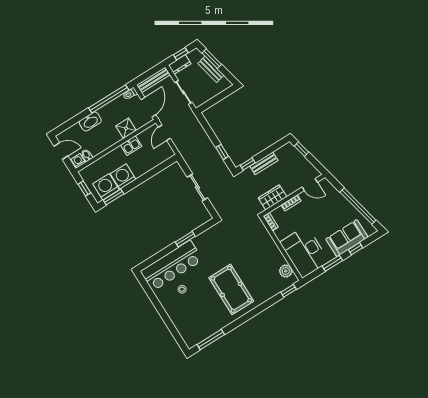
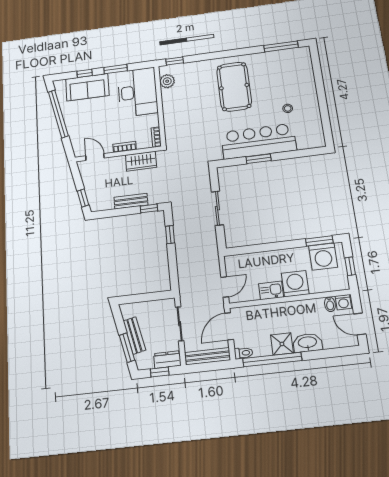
shower: (126, 128) -> (282, 344), moved
washing machine: (123, 176) -> (295, 284), moved, turned 180
bar counter: (171, 266) -> (259, 141), moved

